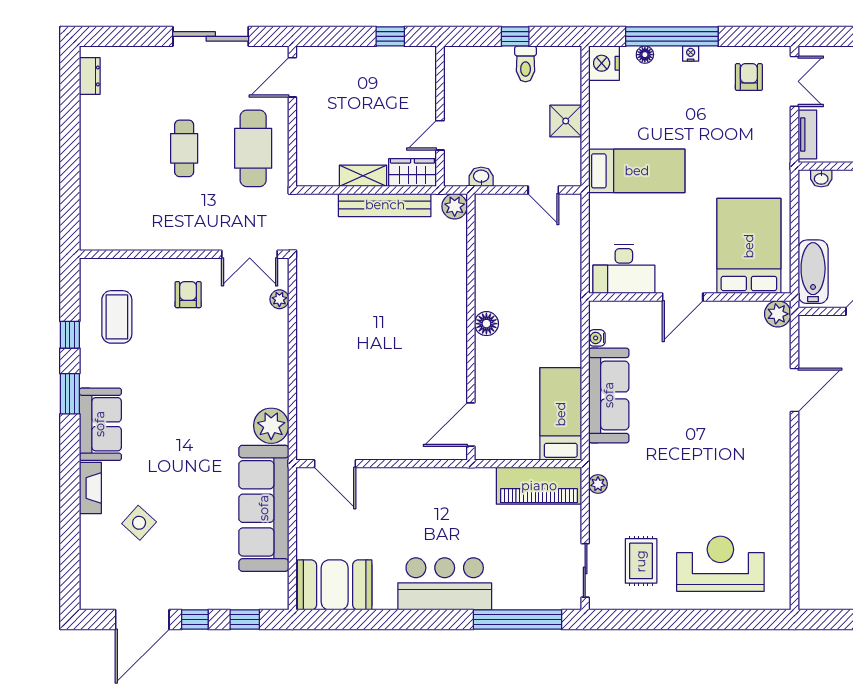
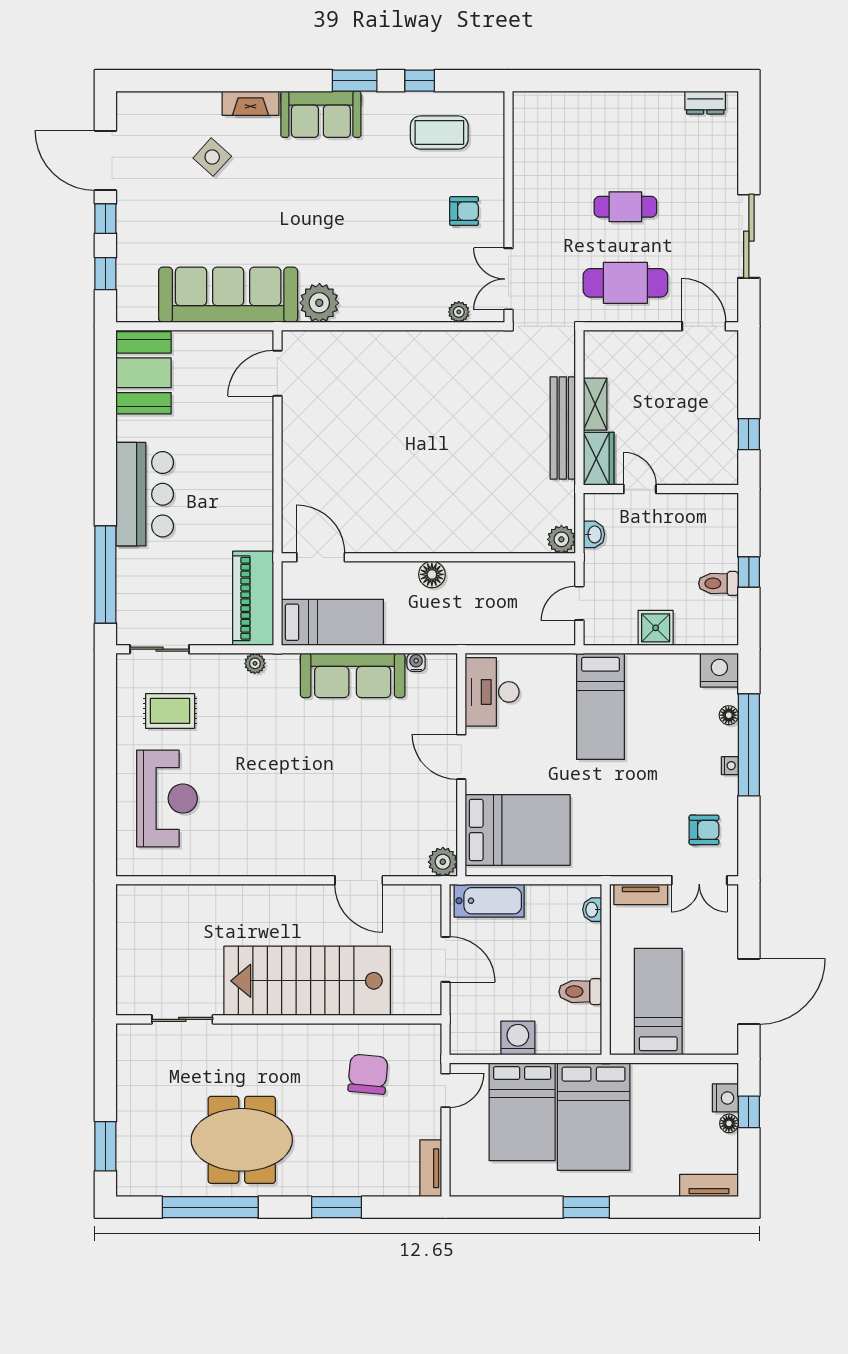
plant: (455, 206) -> (561, 539), moved
floor lamp: (486, 324) -> (432, 574), moved
wall: (471, 327) -> (428, 557), moved
door: (471, 425) -> (321, 557), moved

